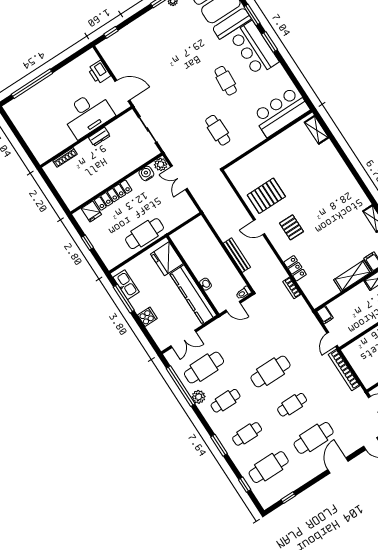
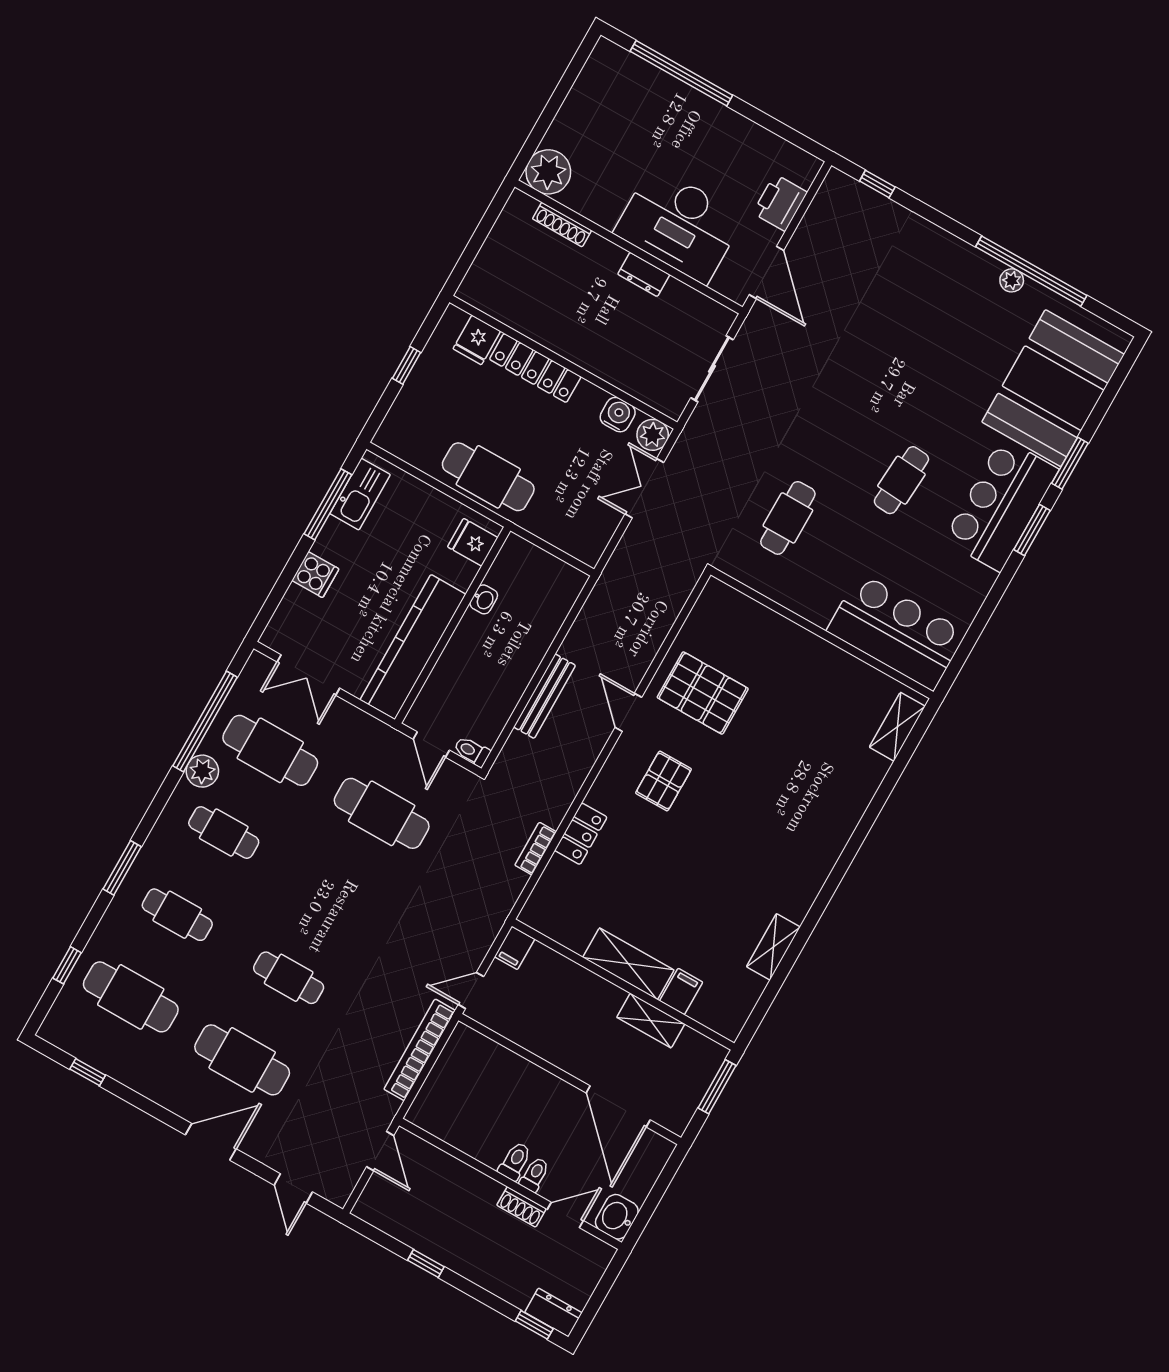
plant: (43, 152) -> (548, 172), added
fridge: (167, 259) -> (473, 542), width x0.53, depth x0.75
washbasin: (206, 284) -> (484, 599), moved
cafe table: (271, 372) -> (382, 813), moved

